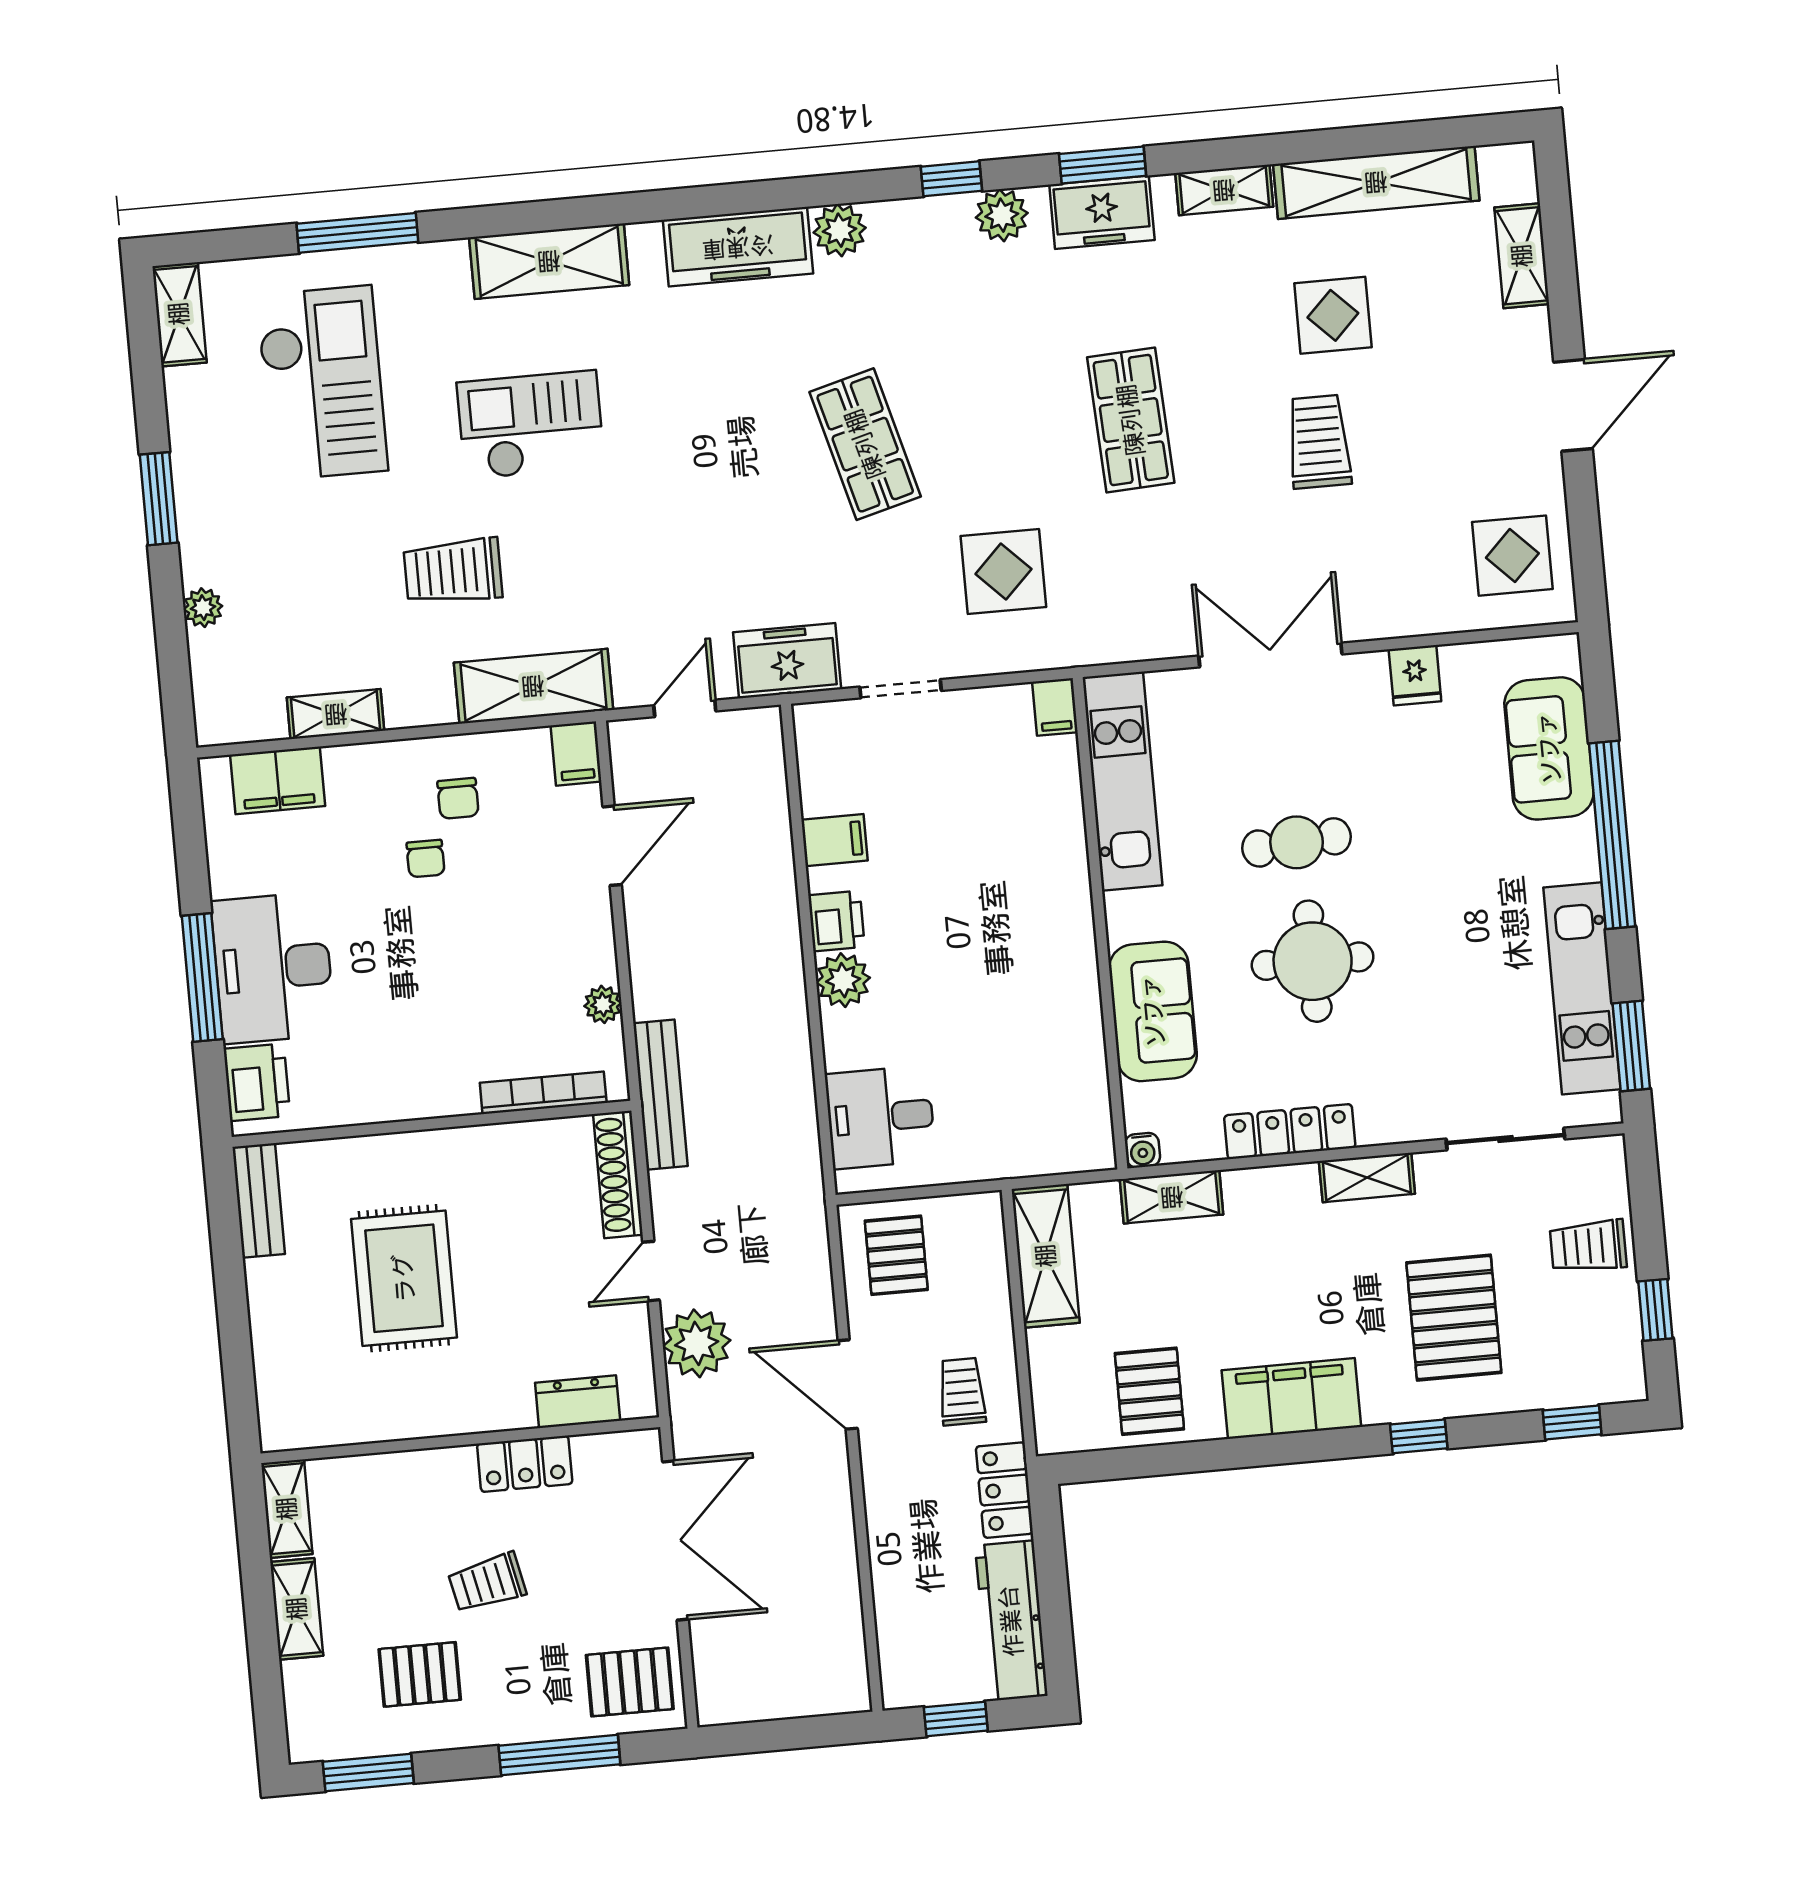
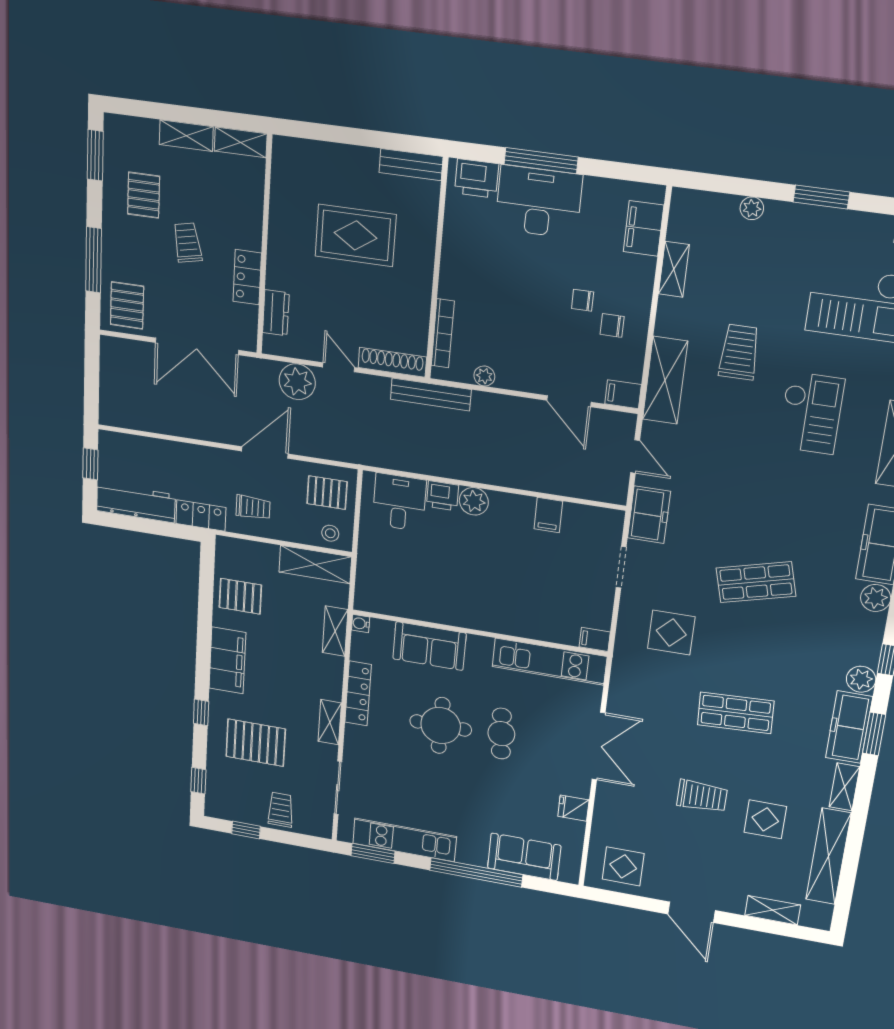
freezer: (1102, 212) -> (849, 727), width x1.40
printer: (836, 921) -> (443, 496), moved
stool: (975, 1237) -> (330, 533), added

